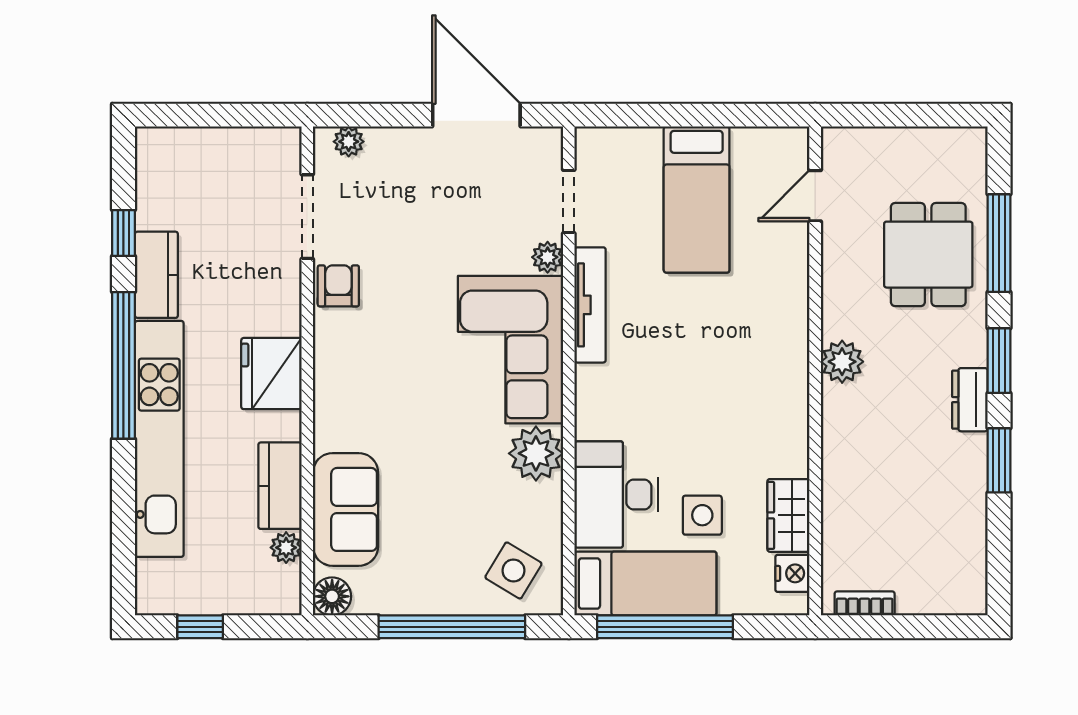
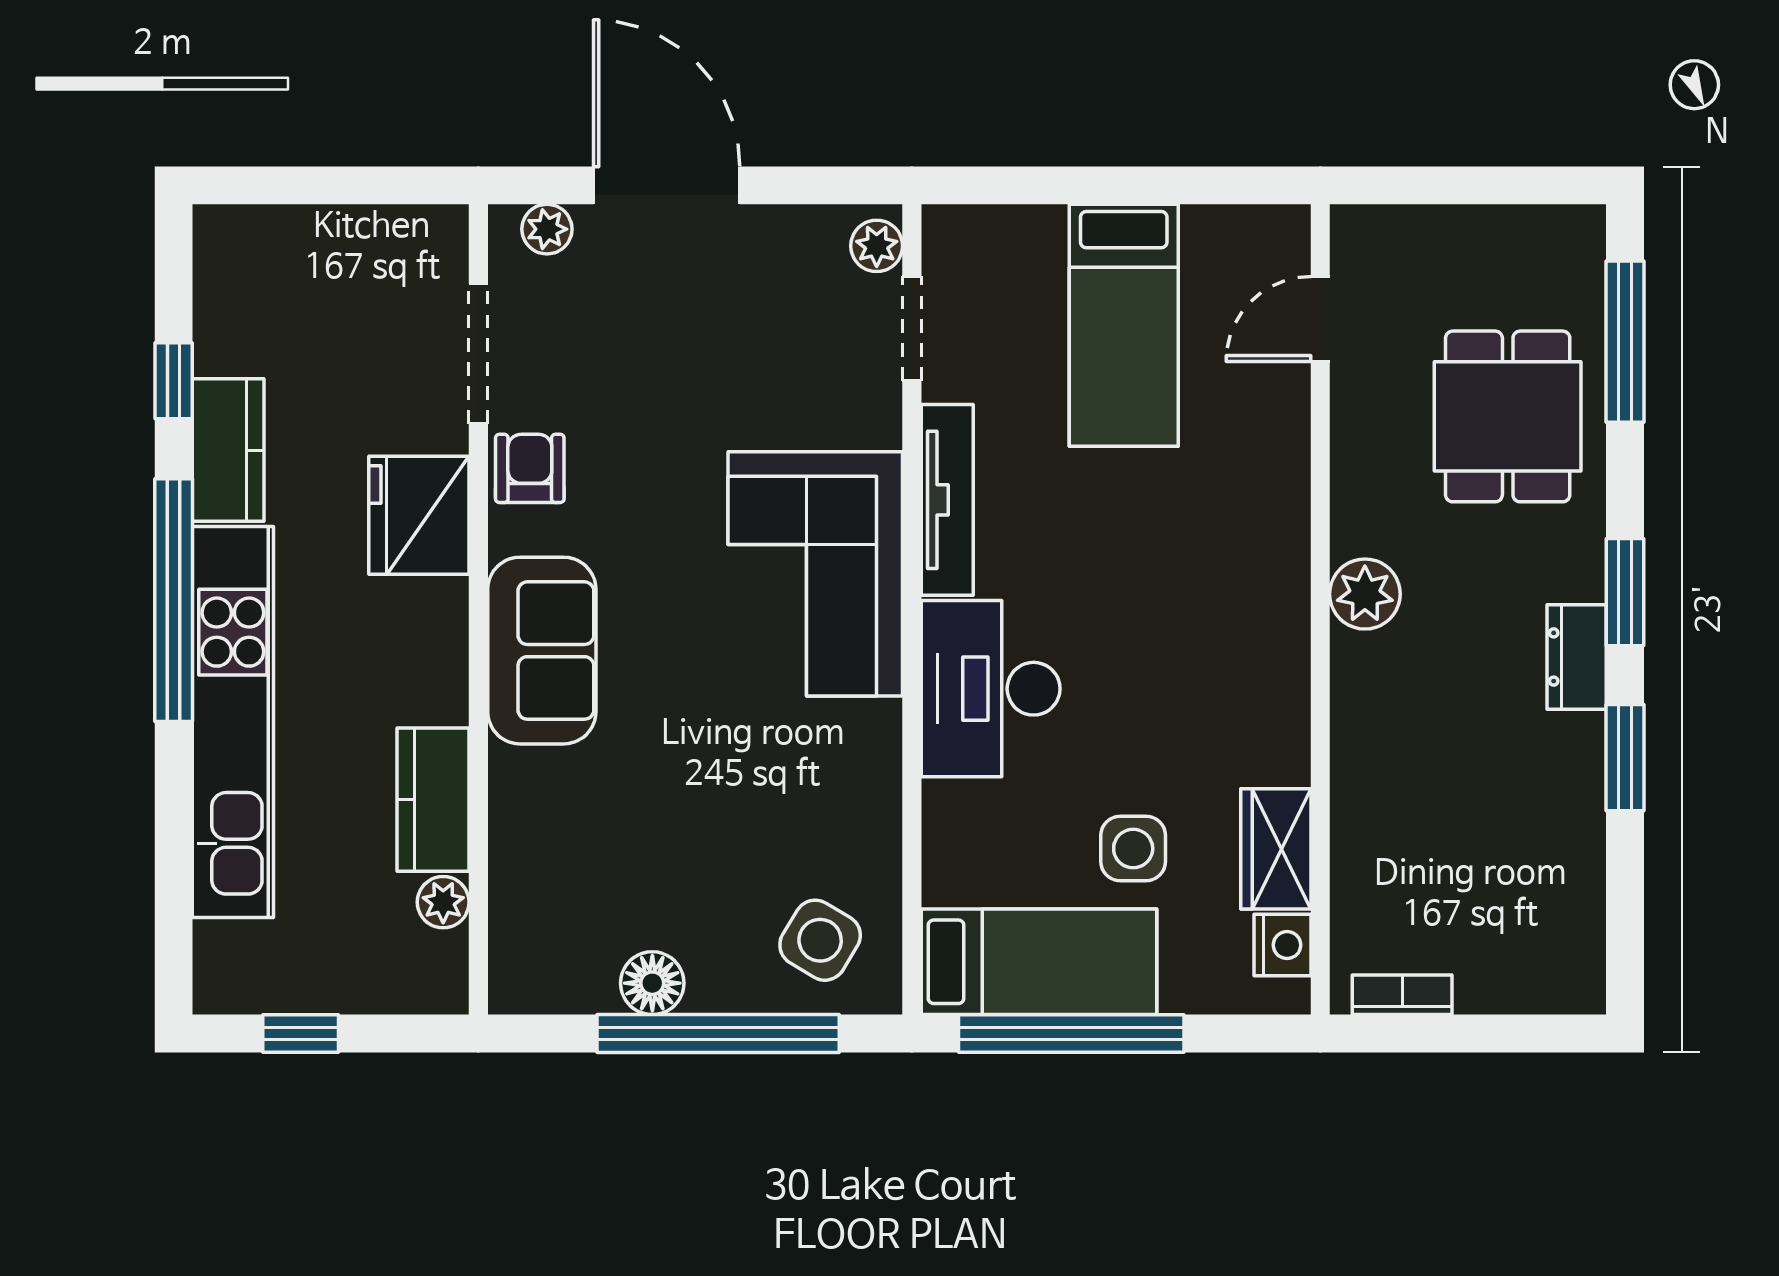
door: (476, 115) -> (667, 185), moved
window: (999, 243) -> (1625, 342), moved
plant: (548, 257) -> (877, 246), moved
fridge: (271, 374) -> (419, 515), moved
plant: (536, 453) -> (857, 746), removed
desk: (616, 494) -> (991, 689), moved
sofa: (346, 509) -> (542, 651), moved
floor lamp: (332, 596) -> (652, 983), moved

